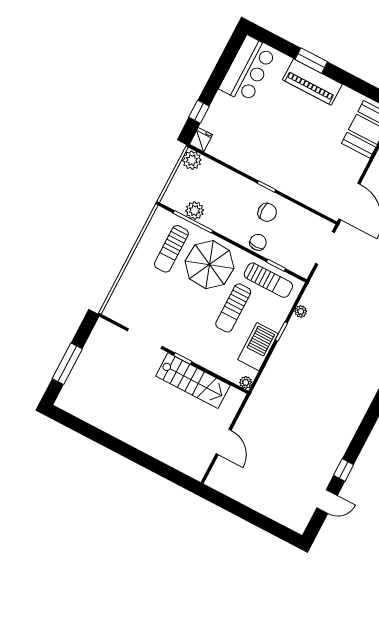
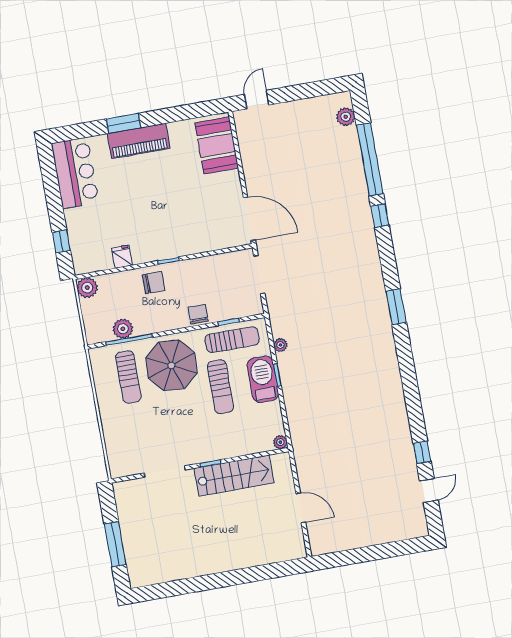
fridge: (201, 140) -> (122, 257), moved
chair: (267, 212) -> (154, 283), moved
barbecue: (258, 347) -> (263, 379), moved

